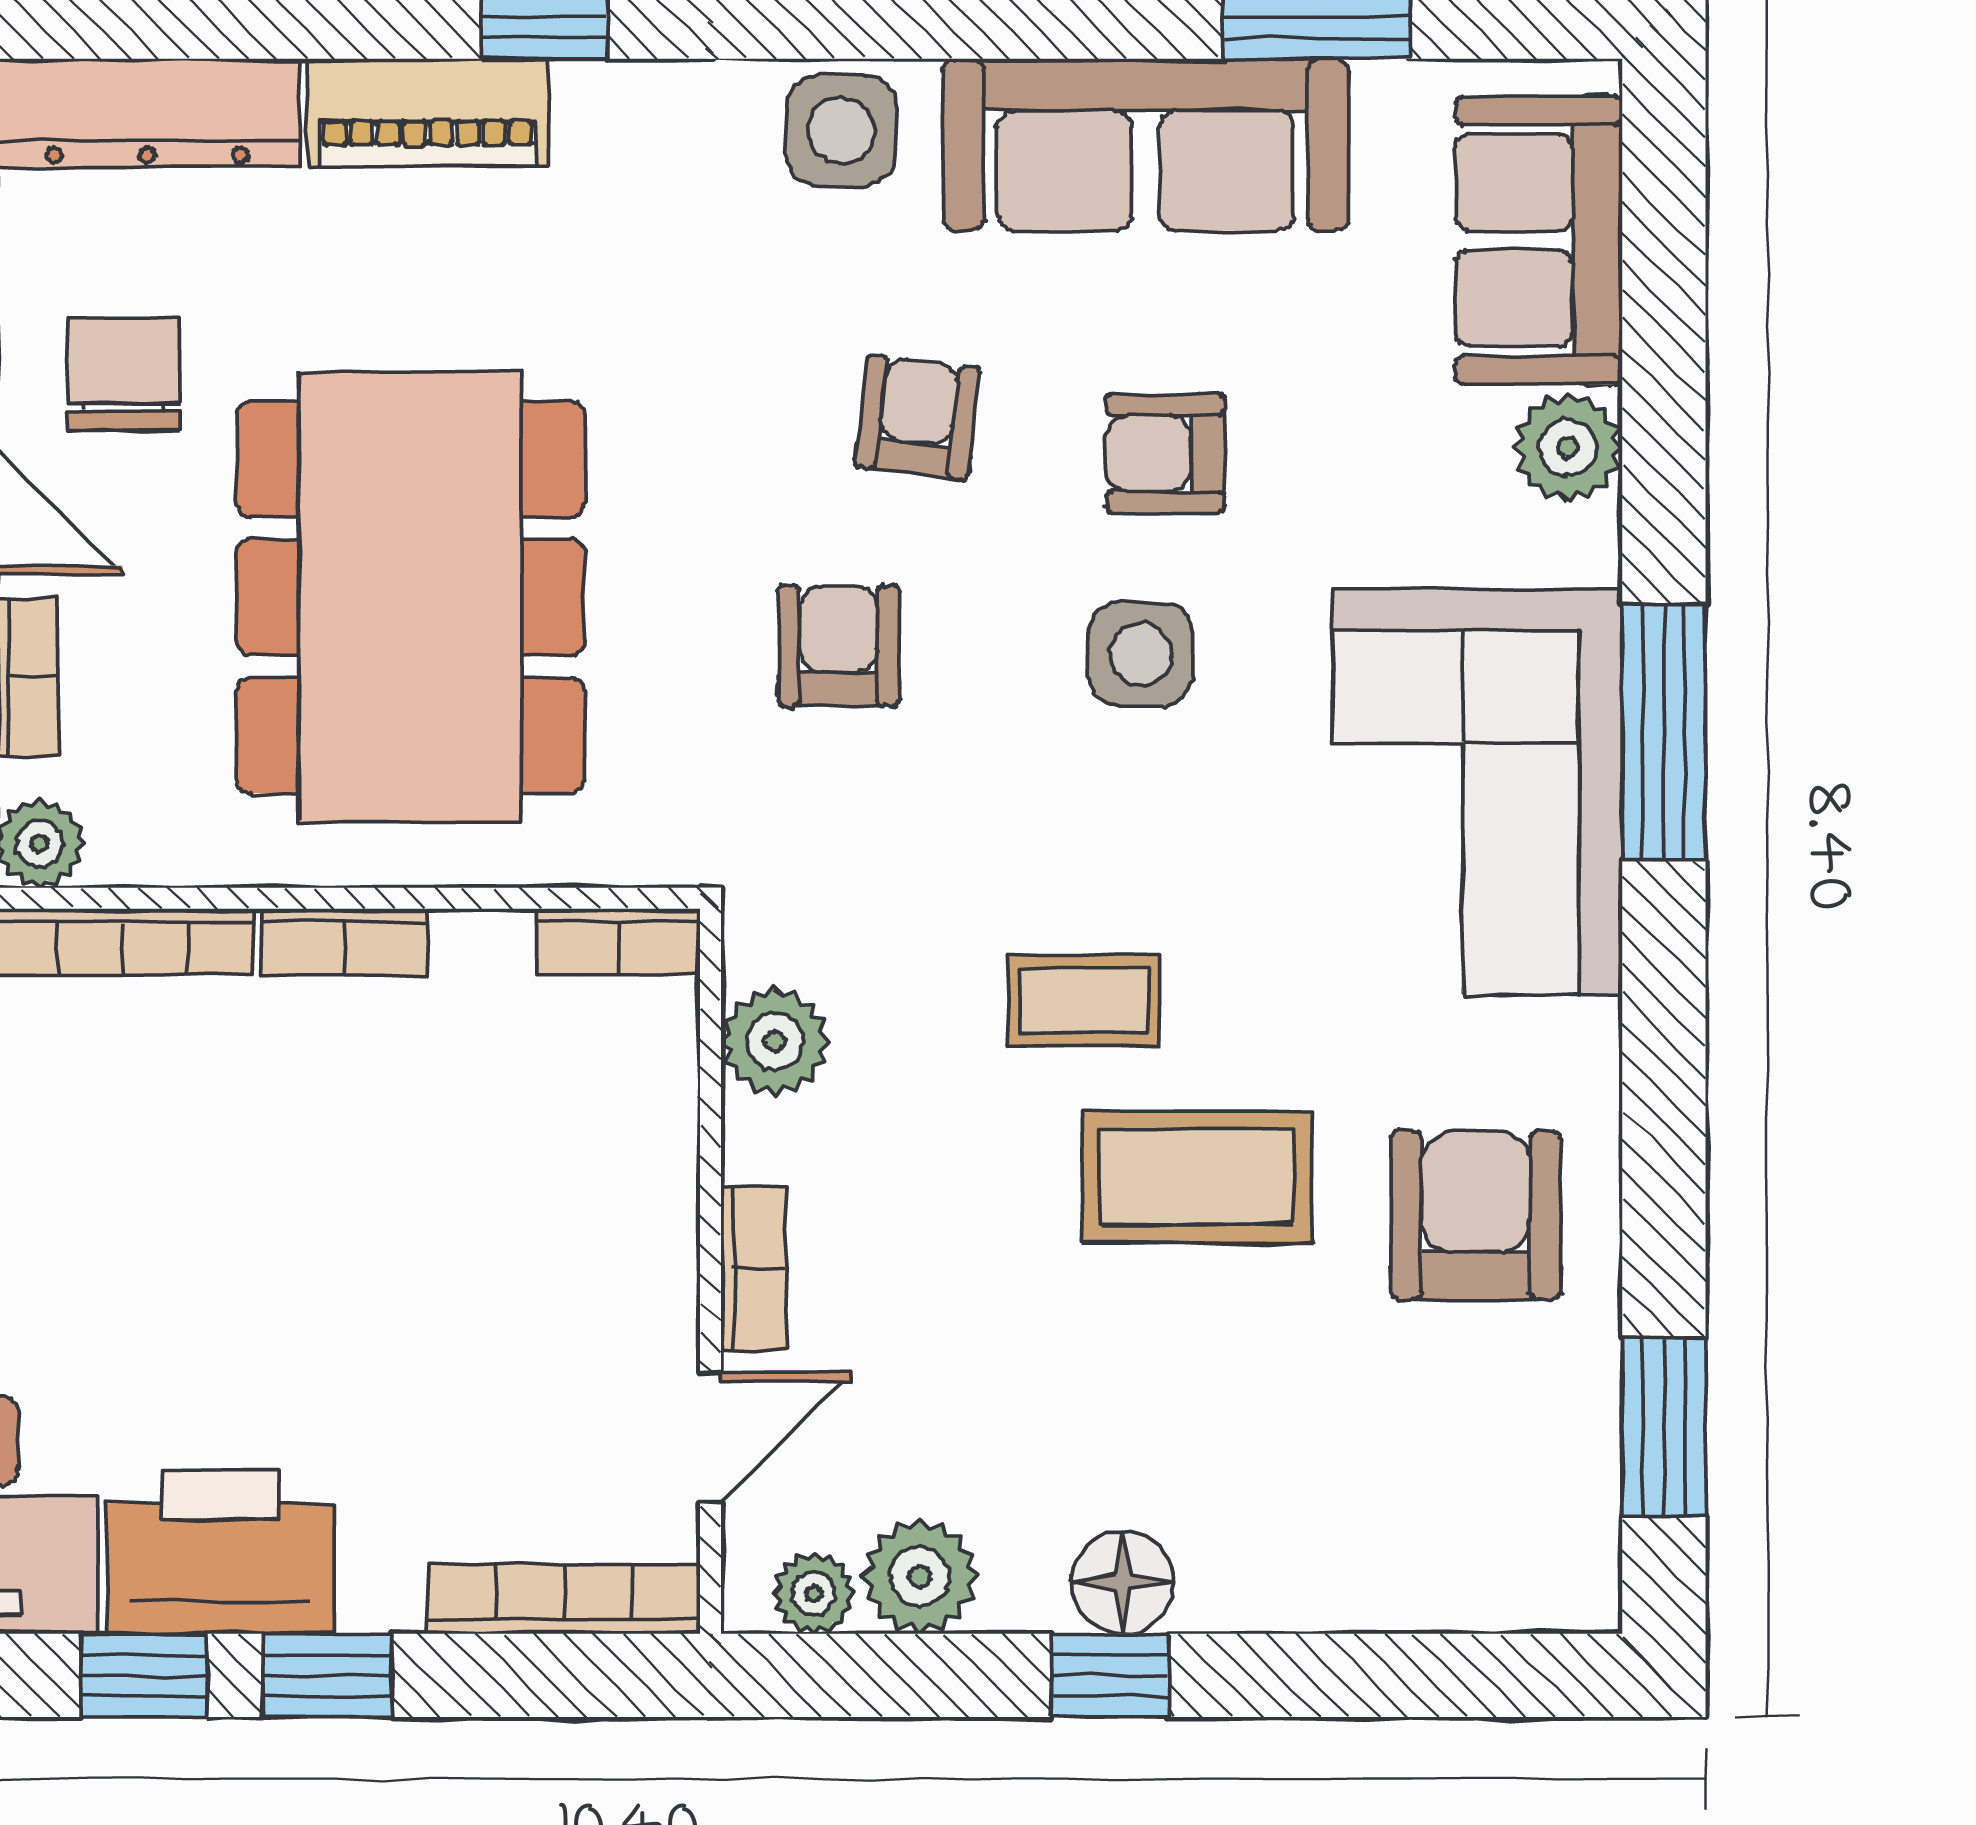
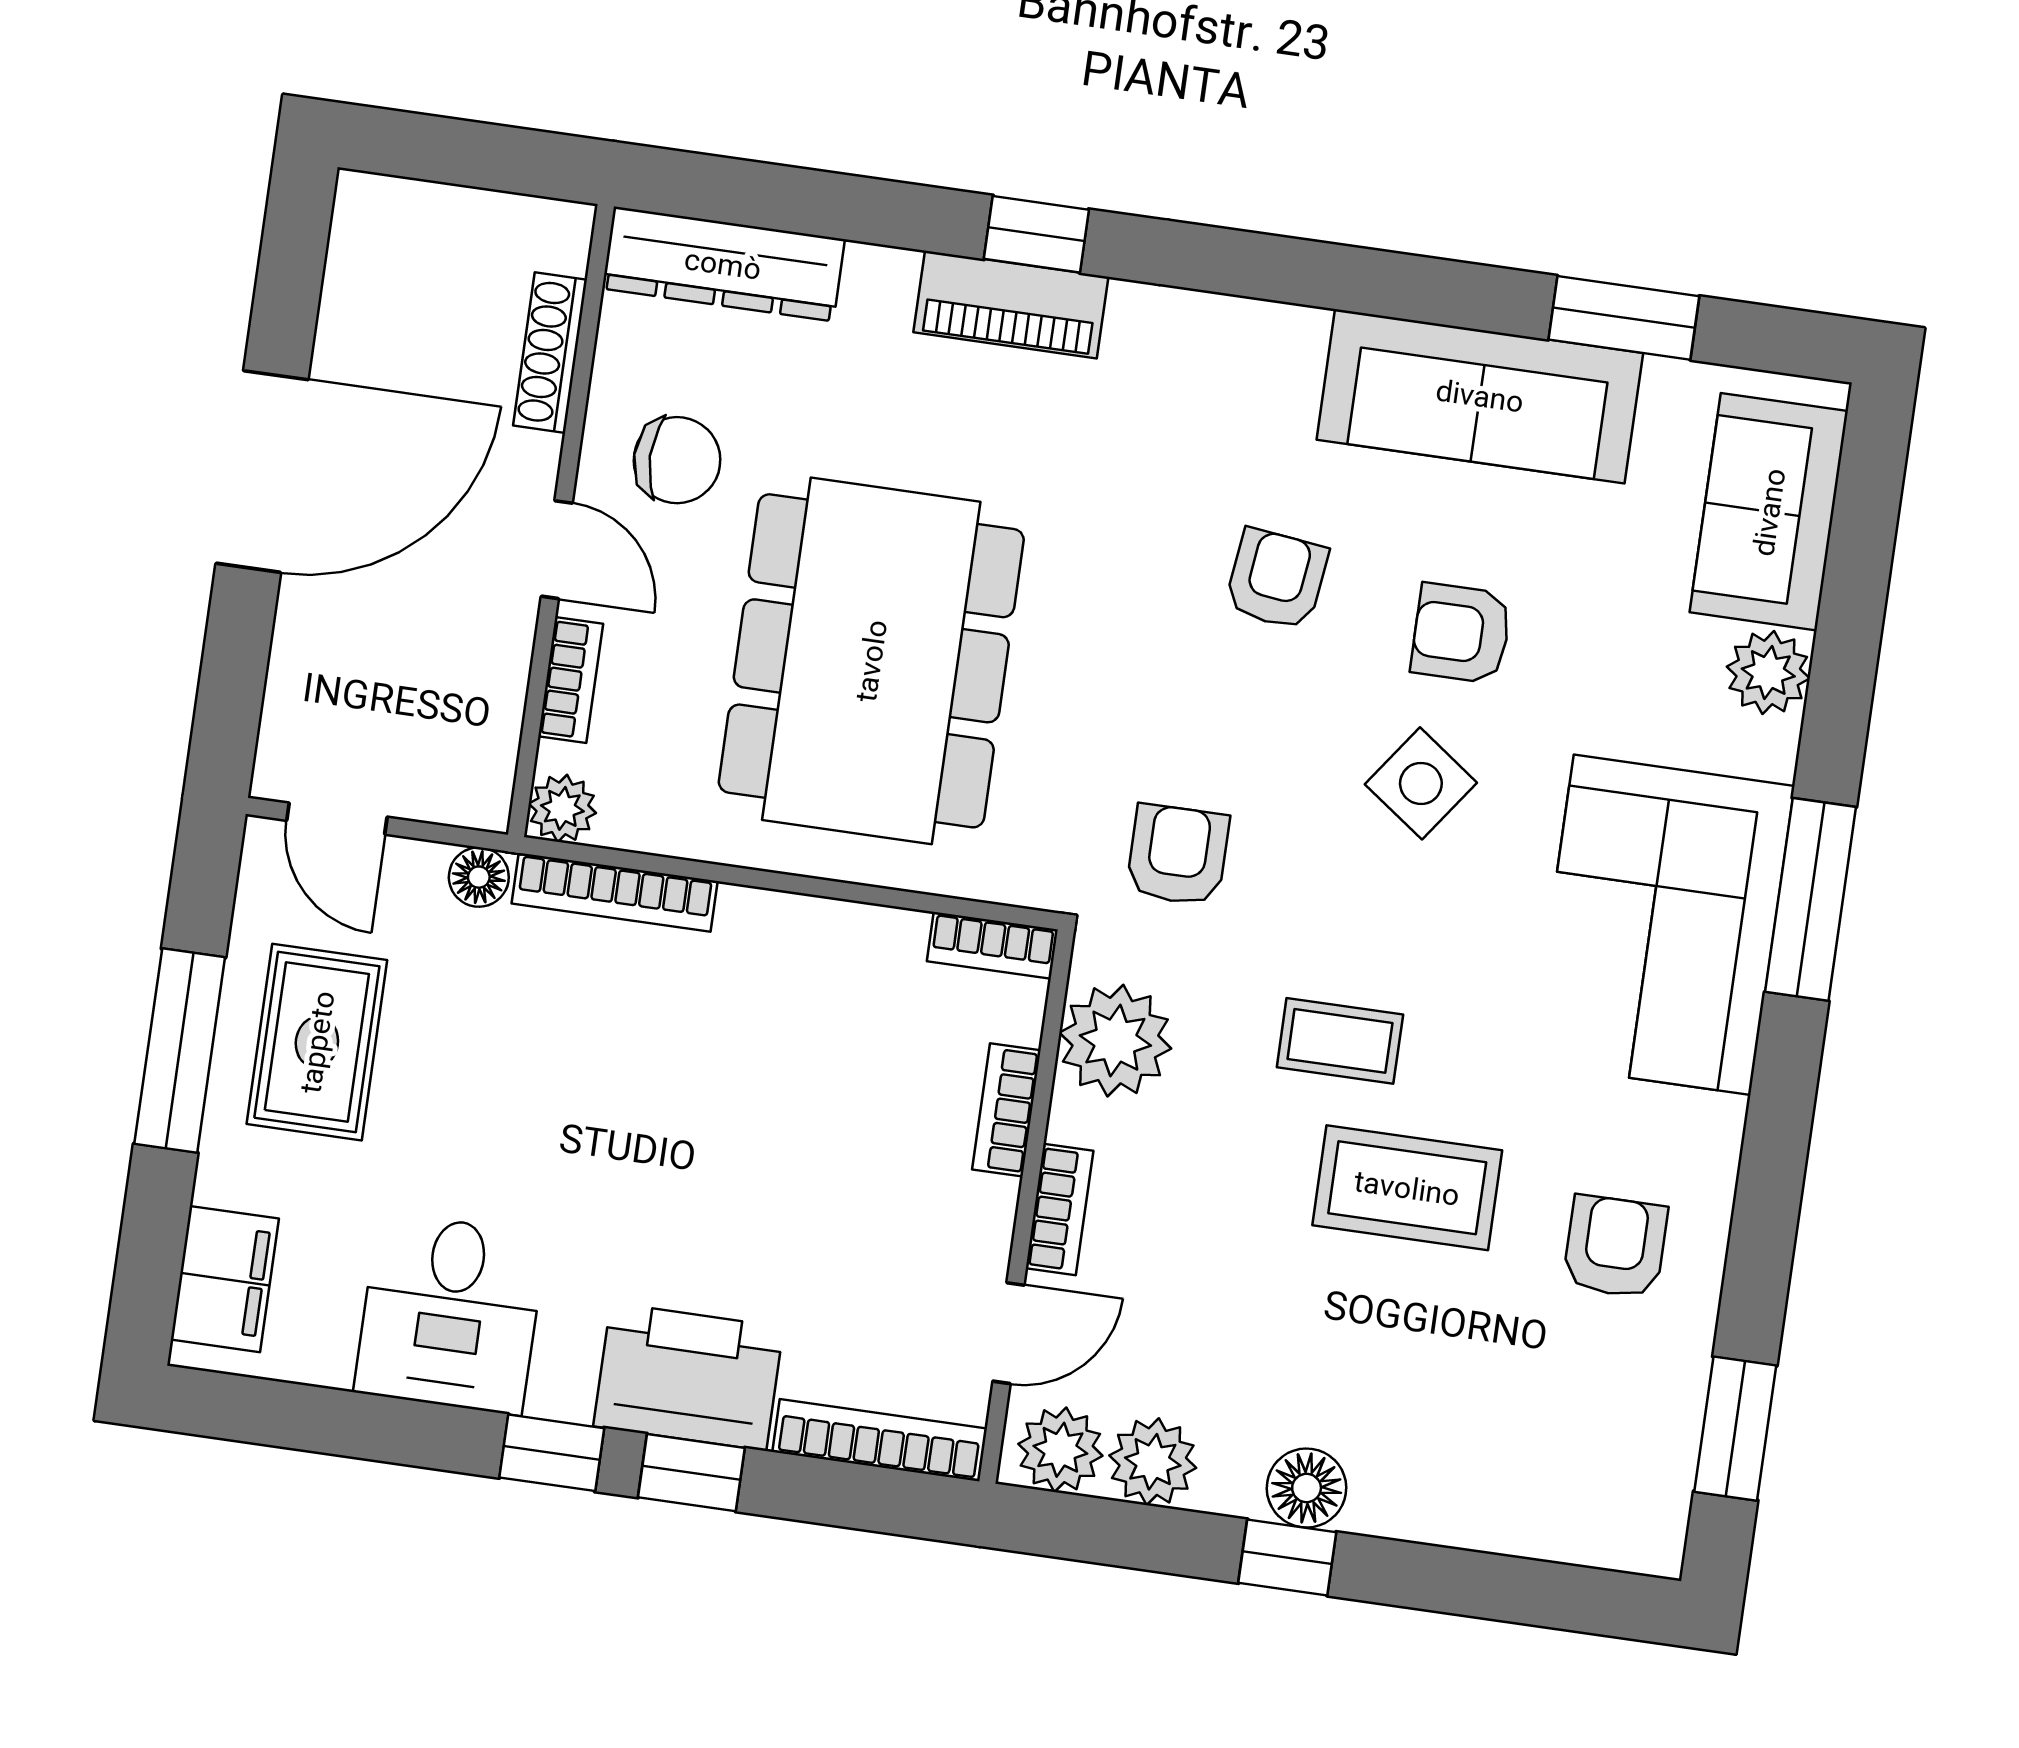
piano: (428, 113) -> (1011, 305), moved
side table: (841, 131) -> (1249, 353), removed
chair: (123, 374) -> (677, 460), turned 90
armchair: (839, 646) -> (1178, 855), moved
side table: (1141, 654) -> (1421, 783), turned 36
bookcase: (344, 942) -> (1006, 1110), moved, turned 90
plant: (775, 1041) -> (1115, 1041), width x1.36, depth x1.36
armchair: (1476, 1215) -> (1615, 1247), width x0.72, depth x0.72
printer: (220, 1552) -> (688, 1377), moved
plant: (814, 1593) -> (1060, 1450), width x1.38, depth x1.38

